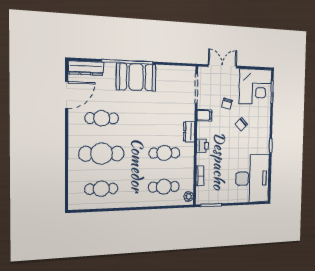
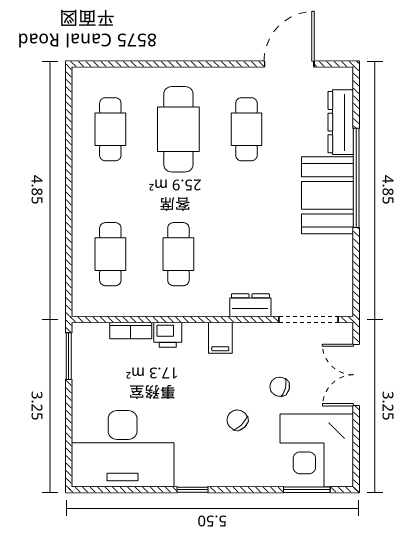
double door: (222, 66) -> (356, 375), swing flipped
dresser: (86, 68) -> (341, 122), moved
door: (67, 95) -> (289, 64), swing flipped
filing cabinet: (204, 115) -> (220, 338), moved
dresser: (189, 132) -> (250, 305), moved
printer: (203, 146) -> (168, 335), moved
plant: (189, 196) -> (89, 307), removed

